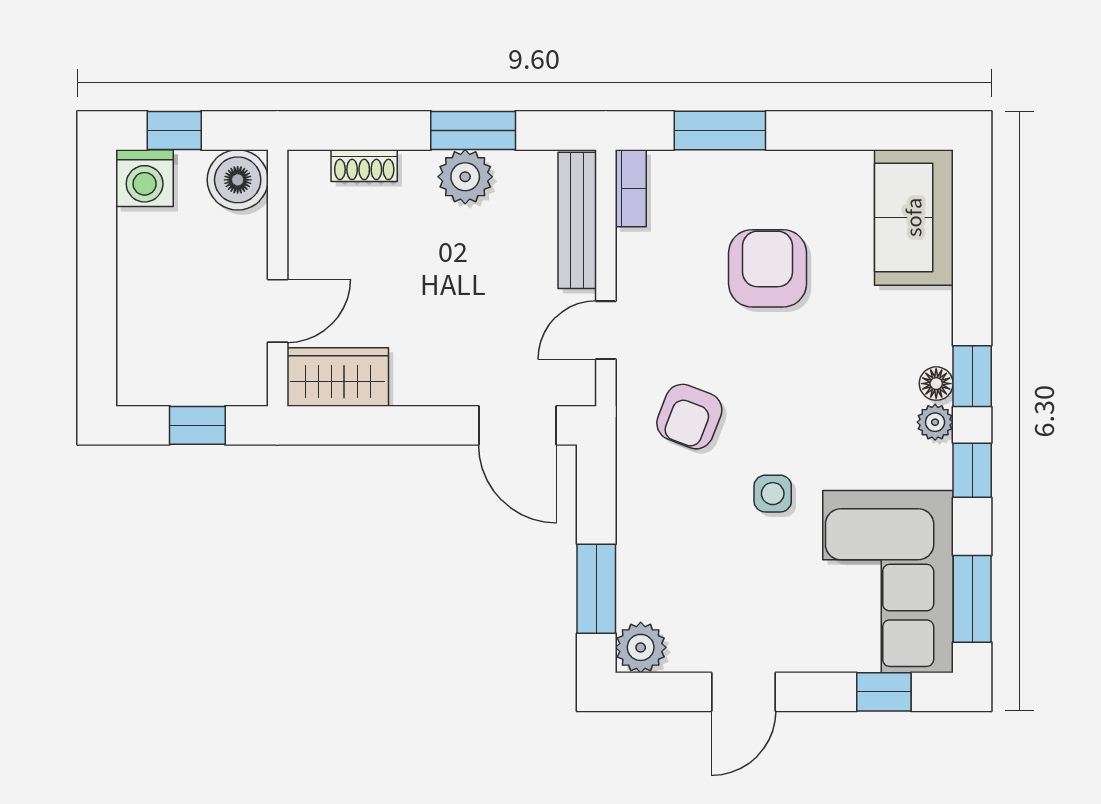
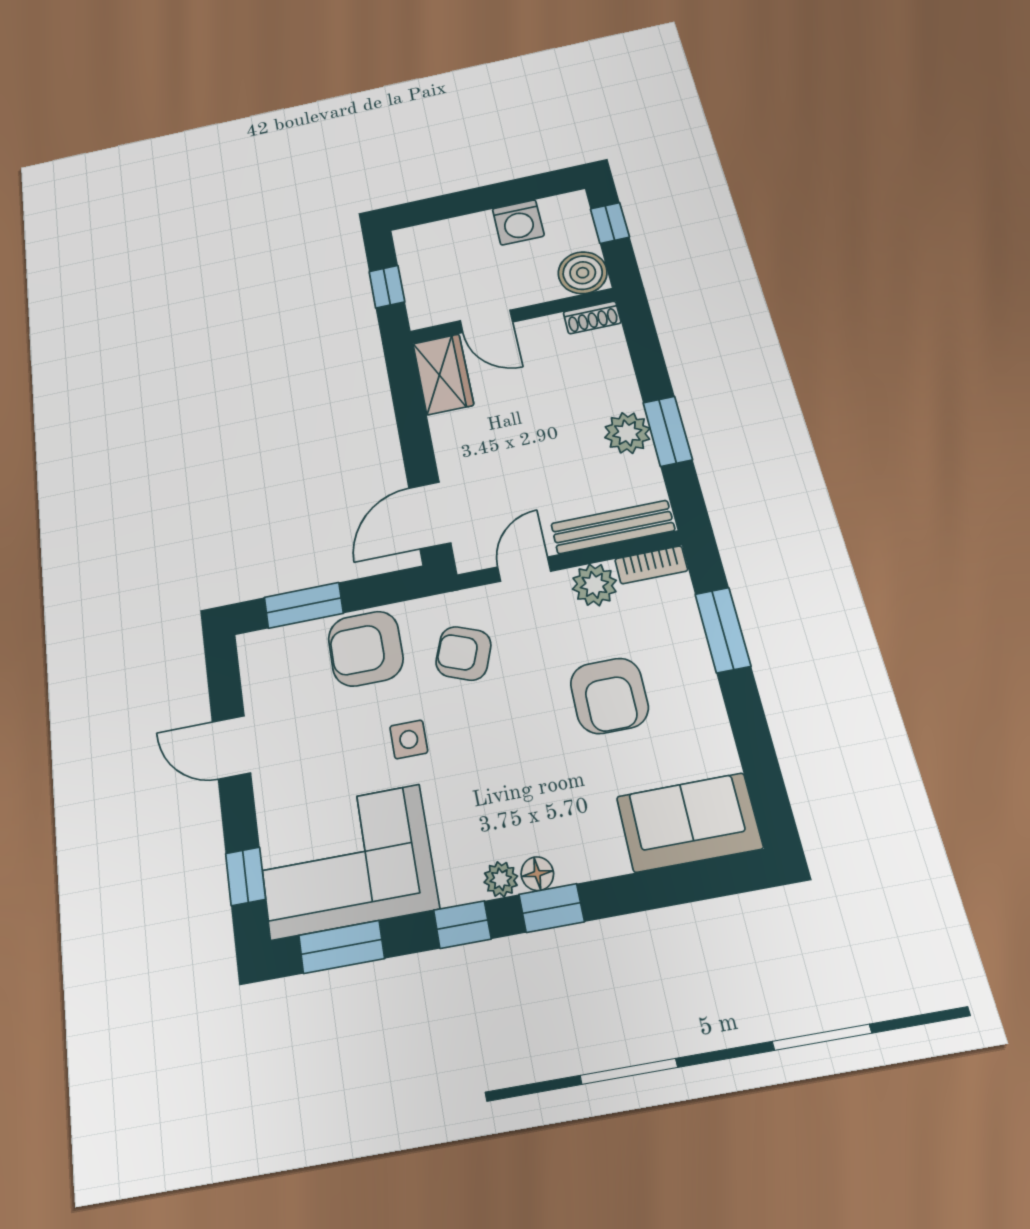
shoe rack: (364, 166) -> (592, 317), moved, turned -90
washing machine: (145, 178) -> (518, 222), moved, turned -90
armchair: (768, 268) -> (609, 696), turned 90
door: (606, 330) -> (524, 569), hinge flipped
armchair: (662, 525) -> (366, 649), added
plant: (641, 647) -> (594, 585), moved

